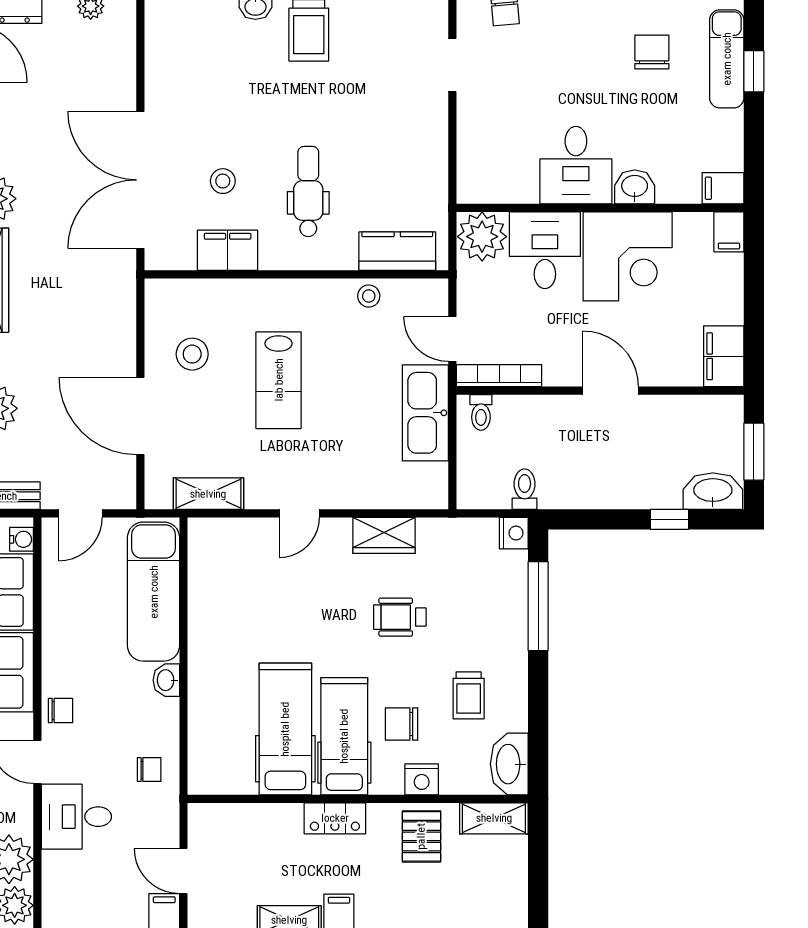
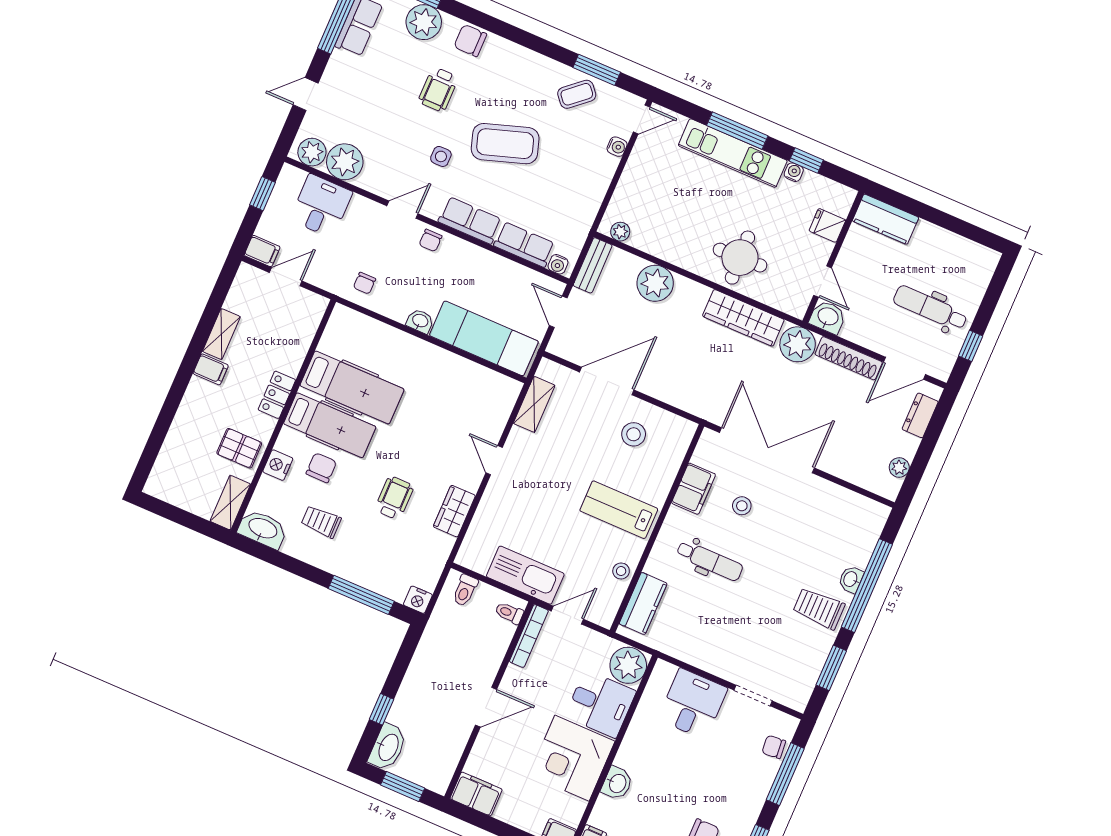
desk: (576, 165) -> (693, 704), moved, turned 90
lab bench: (279, 380) -> (619, 510), moved
toilet: (525, 489) -> (465, 590), moved, turned 90
desk: (76, 817) -> (321, 206), moved

